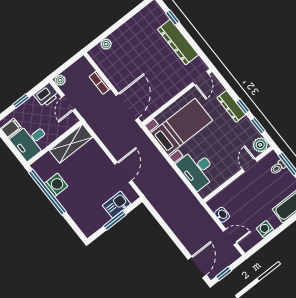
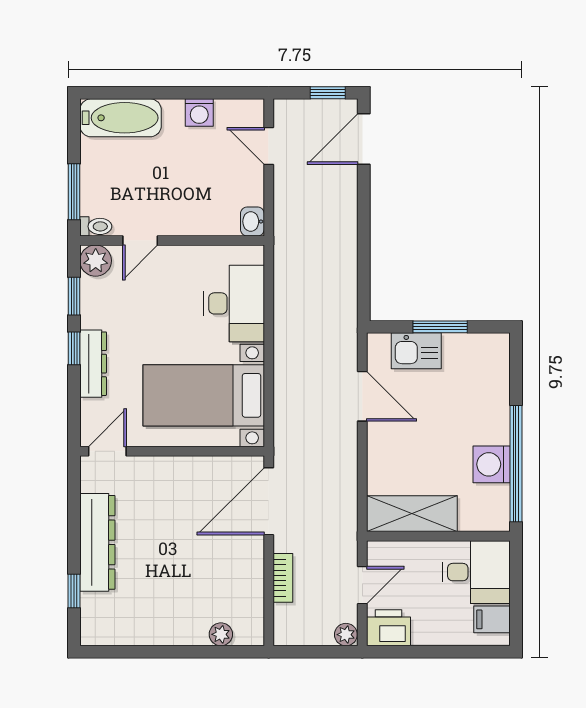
window: (21, 101) -> (439, 652), removed
toilet: (278, 167) -> (96, 226), moved
door: (123, 172) -> (362, 396), swing flipped
washbasin: (222, 215) -> (252, 221), moved

